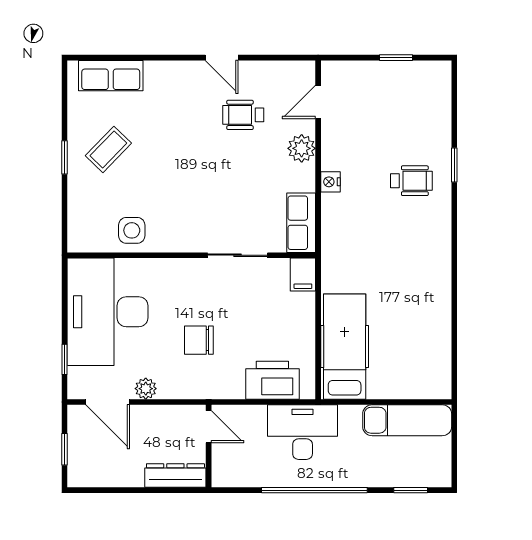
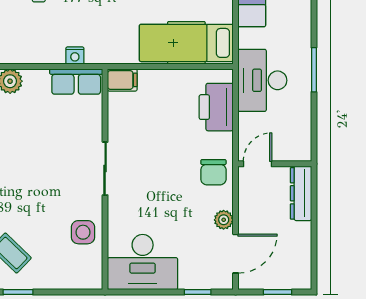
nightstand: (330, 182) -> (75, 56), moved
sliding door: (238, 255) -> (105, 169), moved
desk: (107, 312) -> (143, 262), width x0.73, depth x0.77
chair: (199, 340) -> (213, 172), moved
window: (314, 490) -> (314, 70), width x0.47

